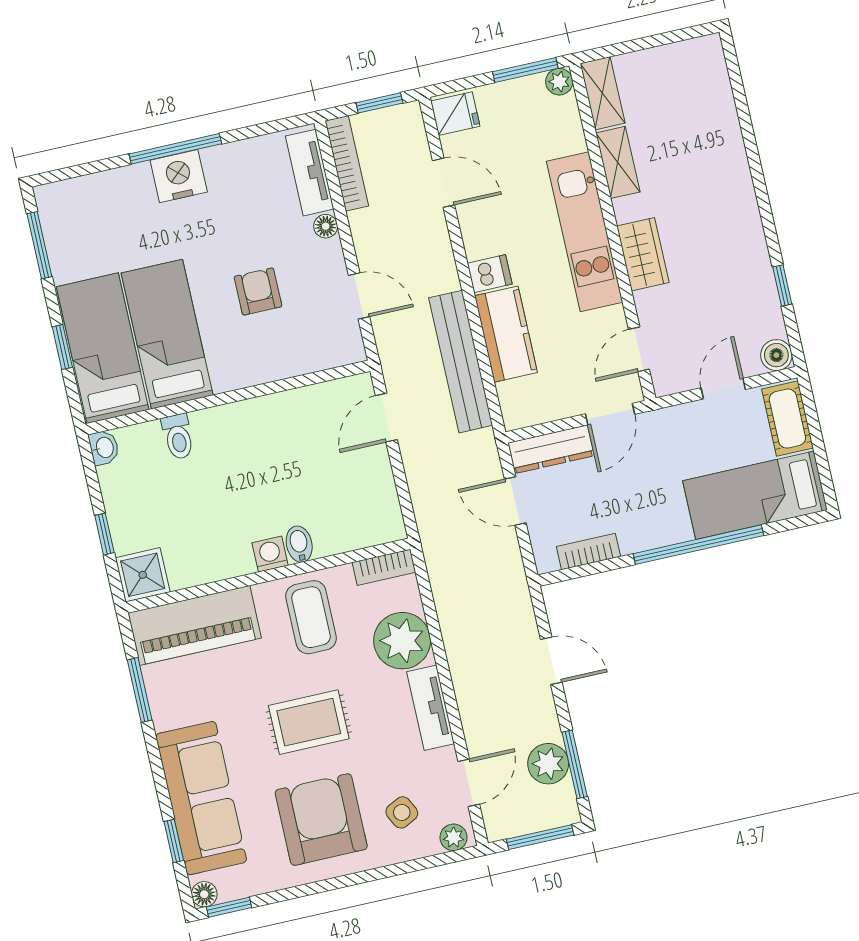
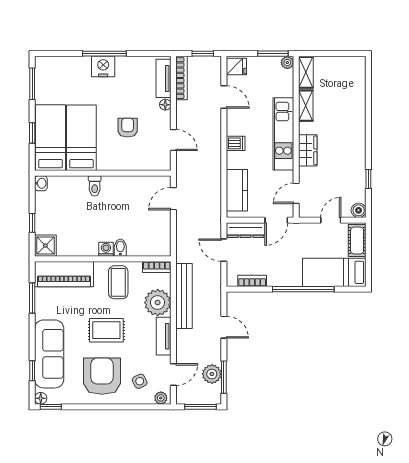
kitchen counter: (506, 334) -> (237, 190), moved
bench: (461, 362) -> (184, 296), moved
toilet: (178, 437) -> (95, 186), moved

